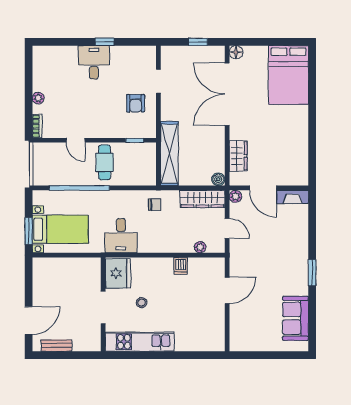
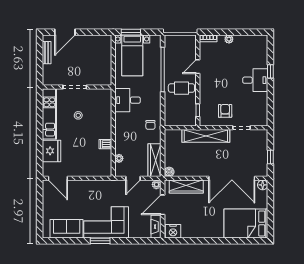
window: (105, 42) -> (270, 71), moved
double door: (227, 94) -> (232, 178), swing flipped
armchair: (136, 103) -> (225, 111), turned 90
shelving: (169, 154) -> (206, 136), moved
wardrobe: (238, 156) -> (186, 186), width x1.50
nightstand: (299, 174) -> (173, 231), added
corner sofa: (287, 265) -> (106, 222), added
fridge: (118, 273) -> (51, 151), moved, turned -90
door: (227, 290) -> (58, 178), moved
door: (29, 321) -> (65, 32), hinge flipped

